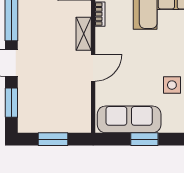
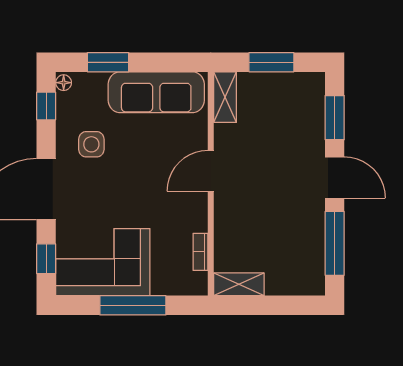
shelving: (84, 34) -> (225, 97), moved
window: (144, 139) -> (108, 62), moved

